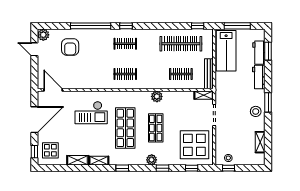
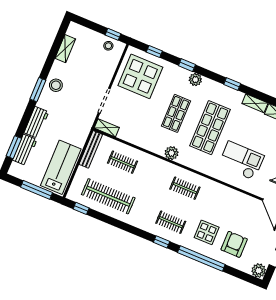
display table: (95, 47) -> (207, 232), added
plant: (157, 96) -> (172, 153), moved

